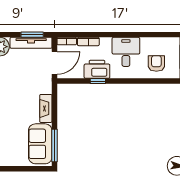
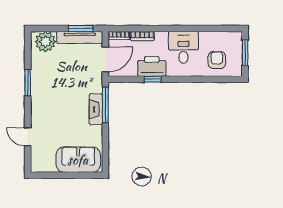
sofa: (40, 144) -> (78, 160), moved, turned 90
window: (54, 145) -> (105, 105), moved

